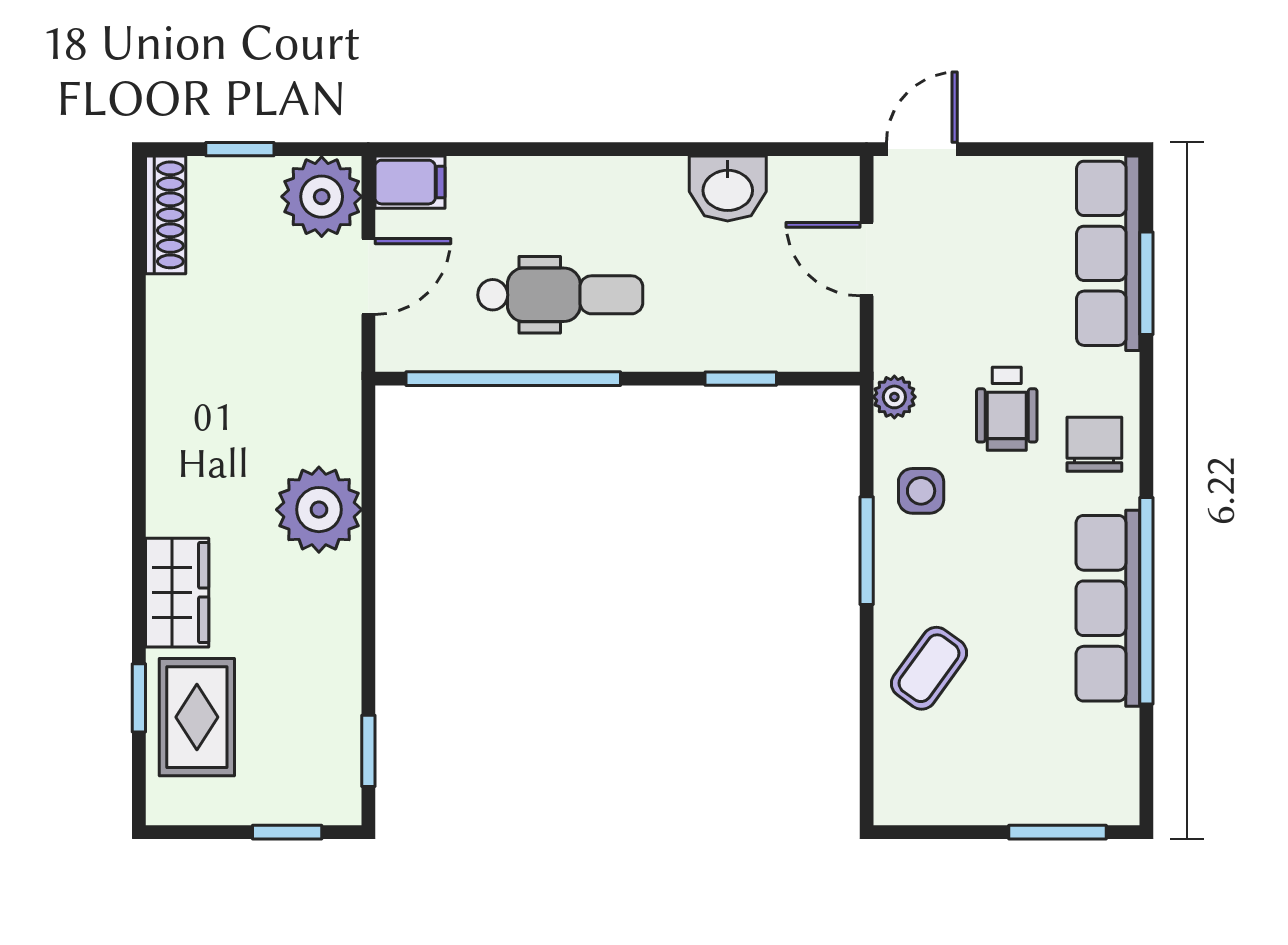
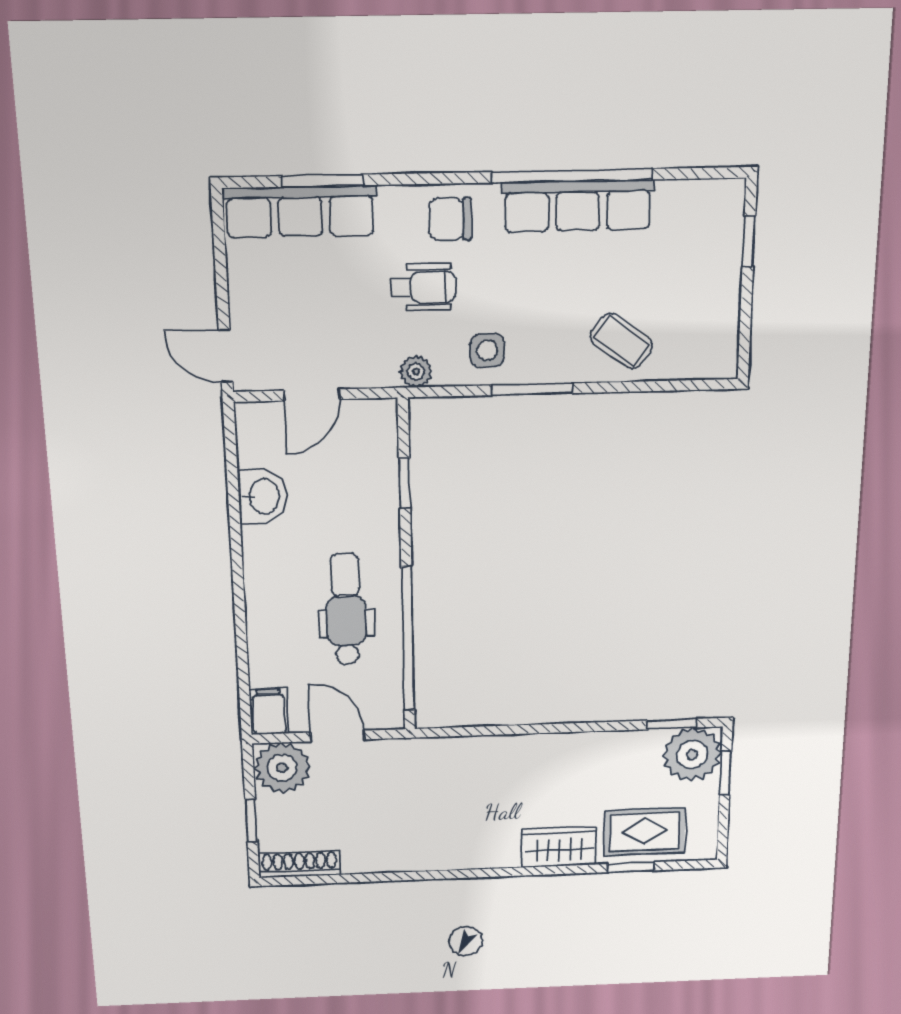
plant: (319, 510) -> (692, 755), moved
window: (1058, 832) -> (749, 241), width x0.67

